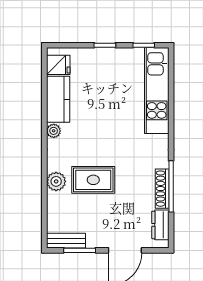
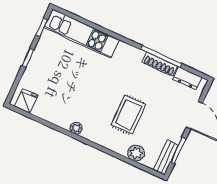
kitchen counter: (58, 99) -> (53, 113), removed
plant: (56, 181) -> (136, 153), moved

